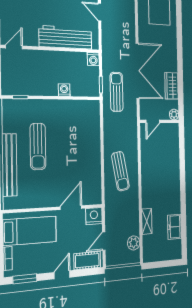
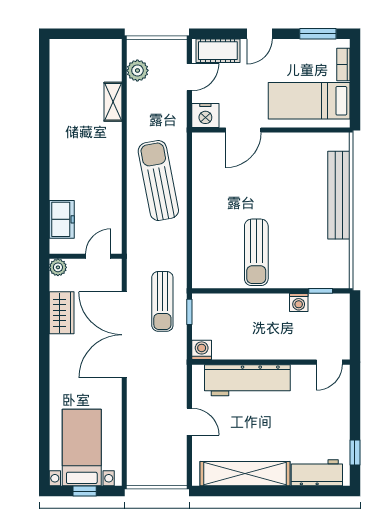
washing machine: (64, 90) -> (299, 302), moved
sun lounger: (38, 146) -> (256, 252), moved, turned 180
sun lounger: (120, 171) -> (158, 181), width x1.36, depth x1.34
freezer: (175, 227) -> (62, 219), moved

